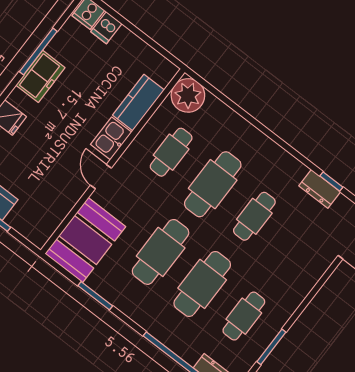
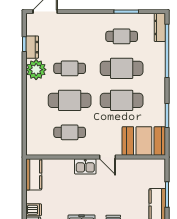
plant: (188, 95) -> (36, 70), moved
kitchen counter: (138, 102) -> (34, 174), moved, turned -90
door: (101, 177) -> (107, 157), hinge flipped

